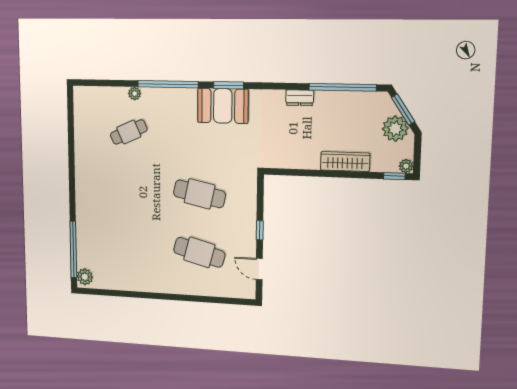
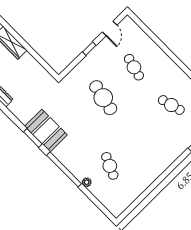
cafe table: (129, 132) -> (110, 166), turned 48
cafe table: (130, 248) -> (171, 105), added
cafe table: (199, 252) -> (134, 67), width x0.73, depth x0.74

